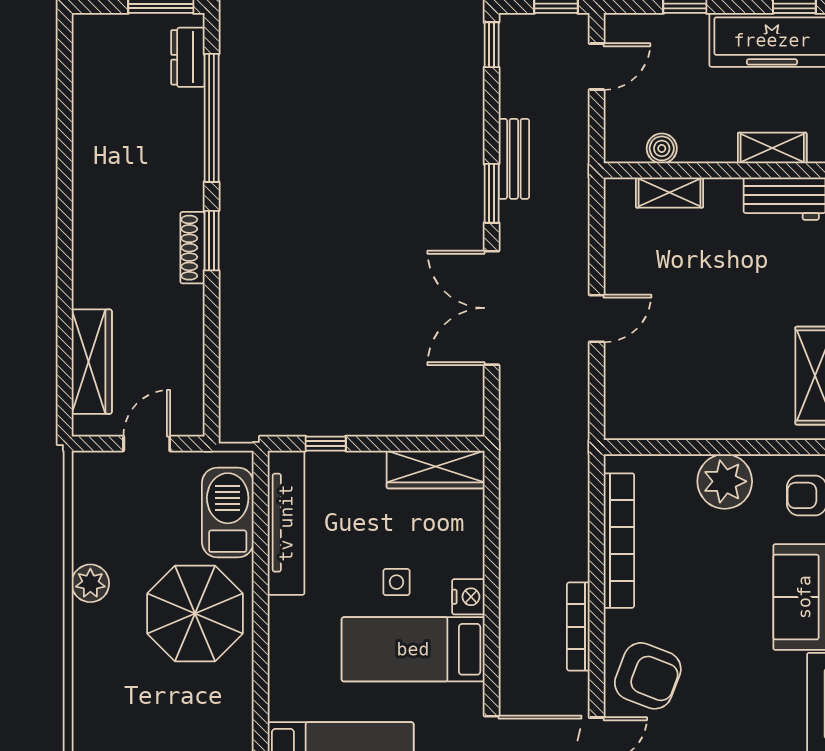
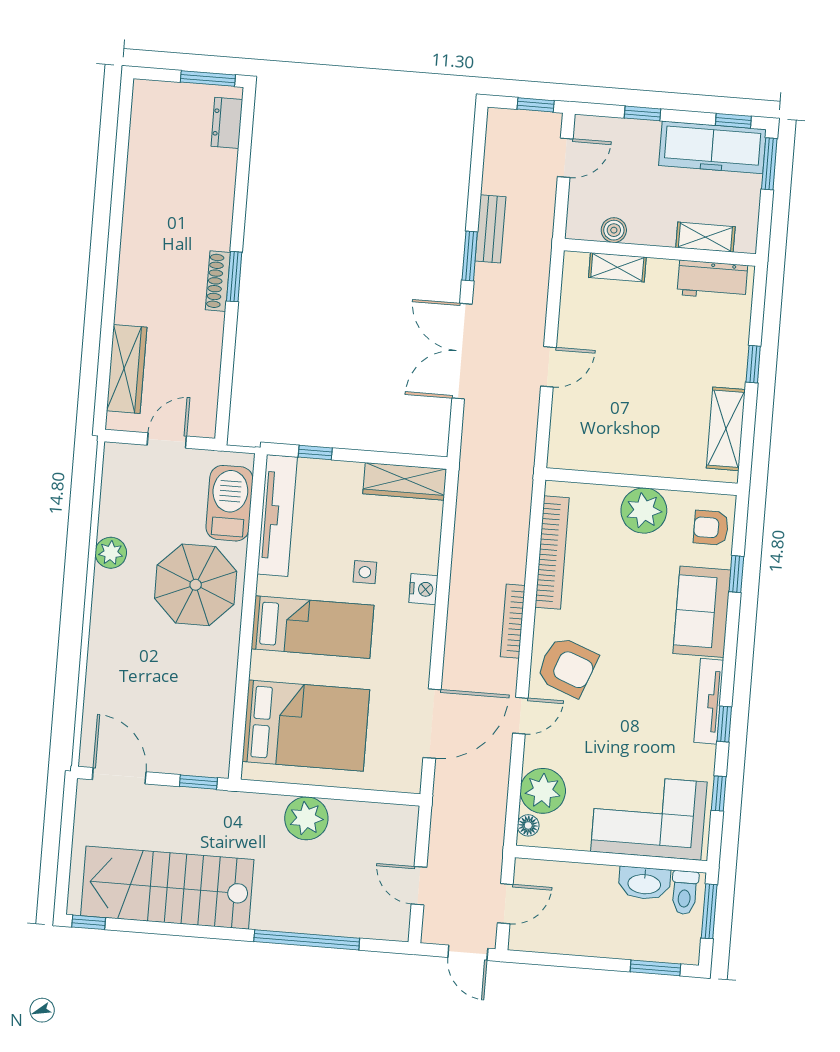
window: (492, 45) -> (480, 133), removed
window: (212, 118) -> (242, 175), removed
bed: (413, 649) -> (312, 627), moved, turned 180

